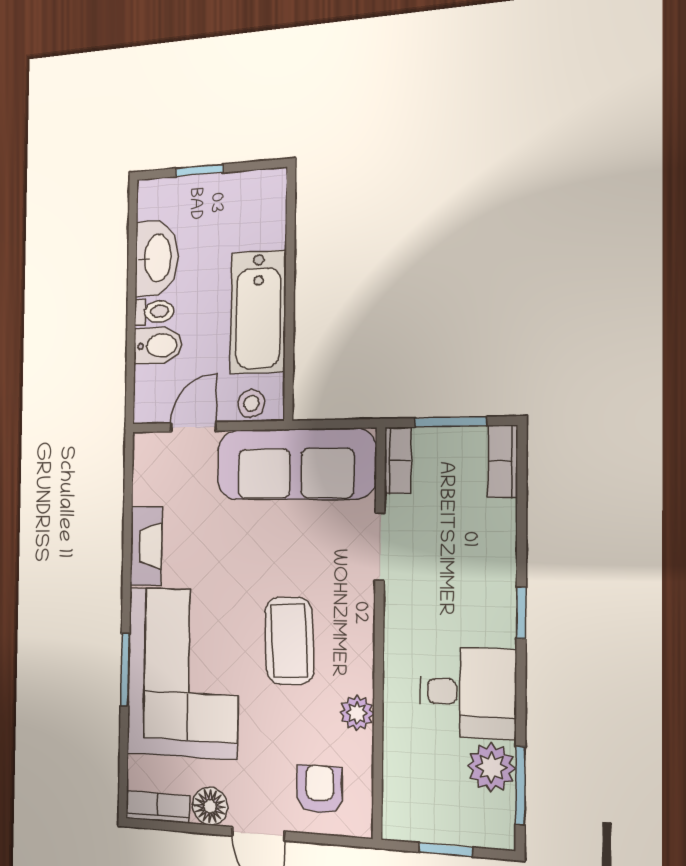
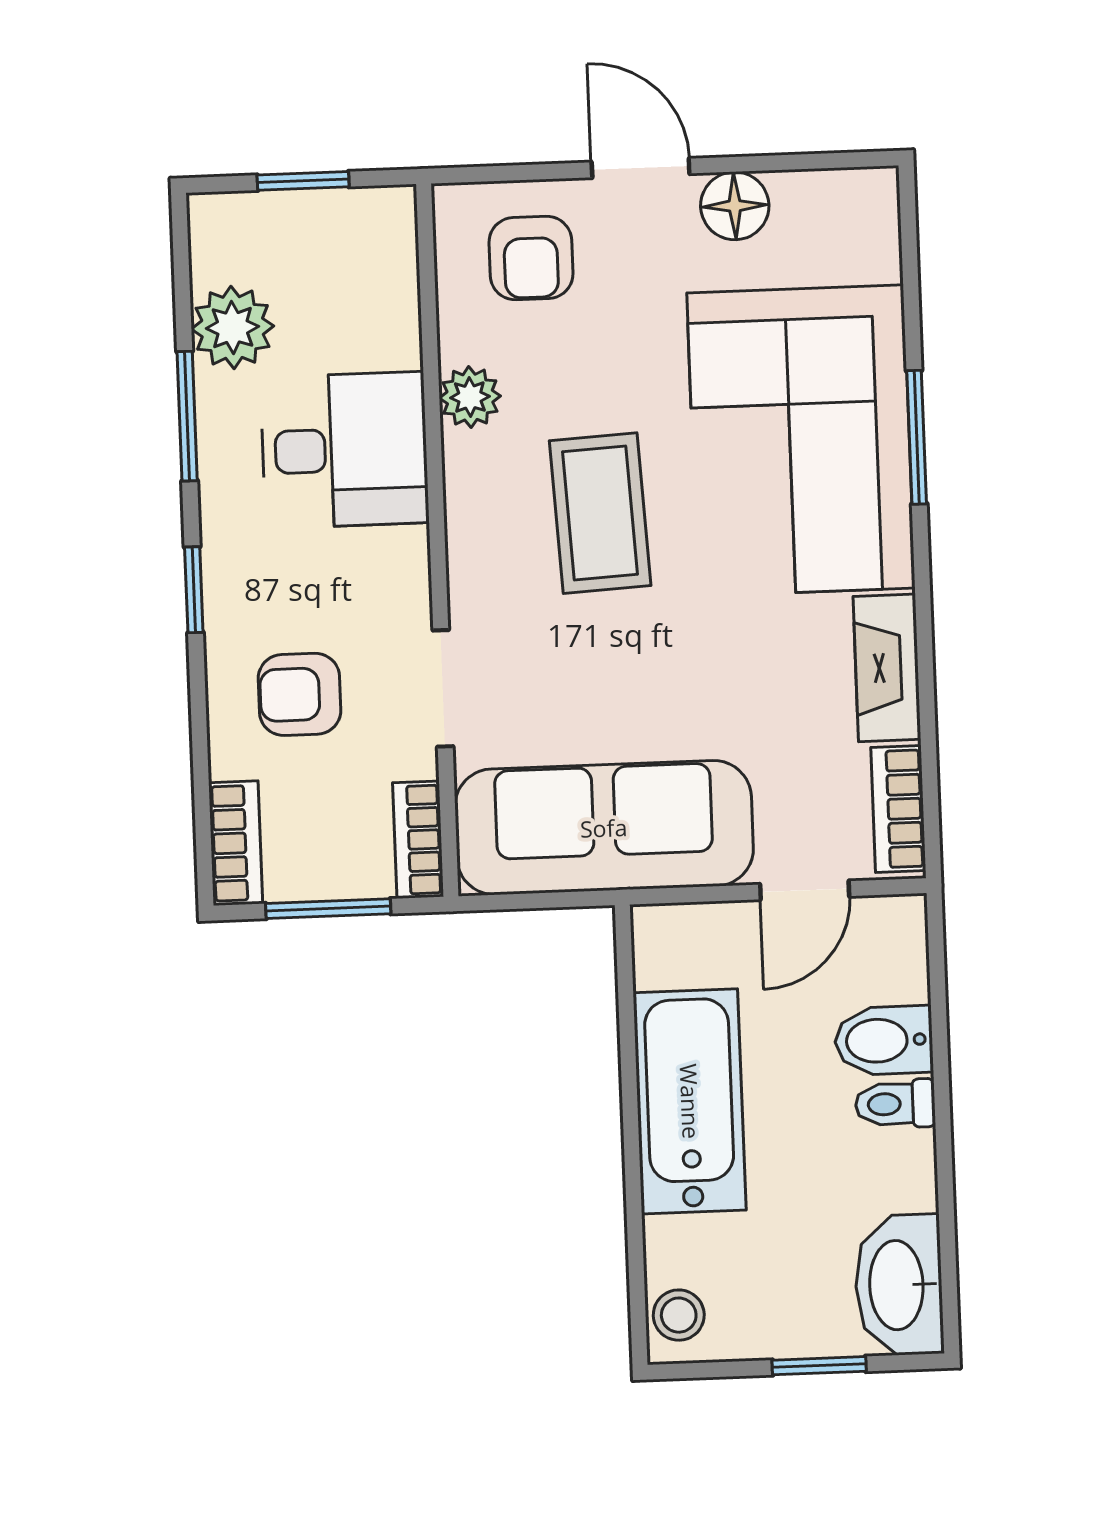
washbasin: (157, 258) -> (899, 1285), moved
stool: (251, 404) -> (679, 1315), moved
armchair: (462, 547) -> (300, 694), added
desk: (468, 693) -> (344, 450), moved, turned 180
window: (520, 786) -> (187, 416), moved
bookcase: (158, 807) -> (898, 809), moved, turned 90

